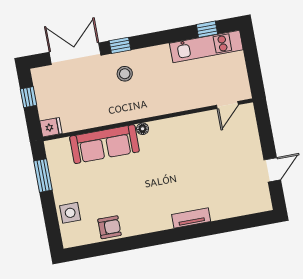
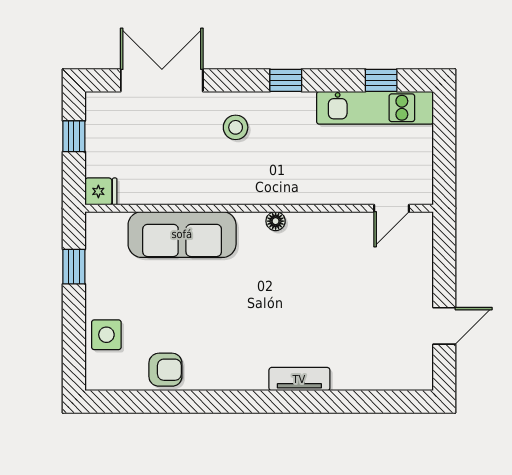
window: (120, 45) -> (286, 80), moved
floor lamp: (143, 129) -> (276, 221), moved
window: (43, 176) -> (74, 267), width x0.67

